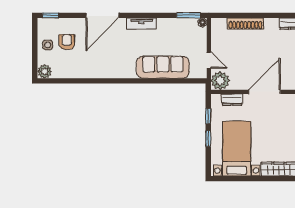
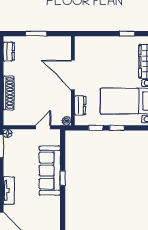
window: (155, 81) -> (63, 178), added
plant: (220, 81) -> (66, 121), width x0.53, depth x0.53

